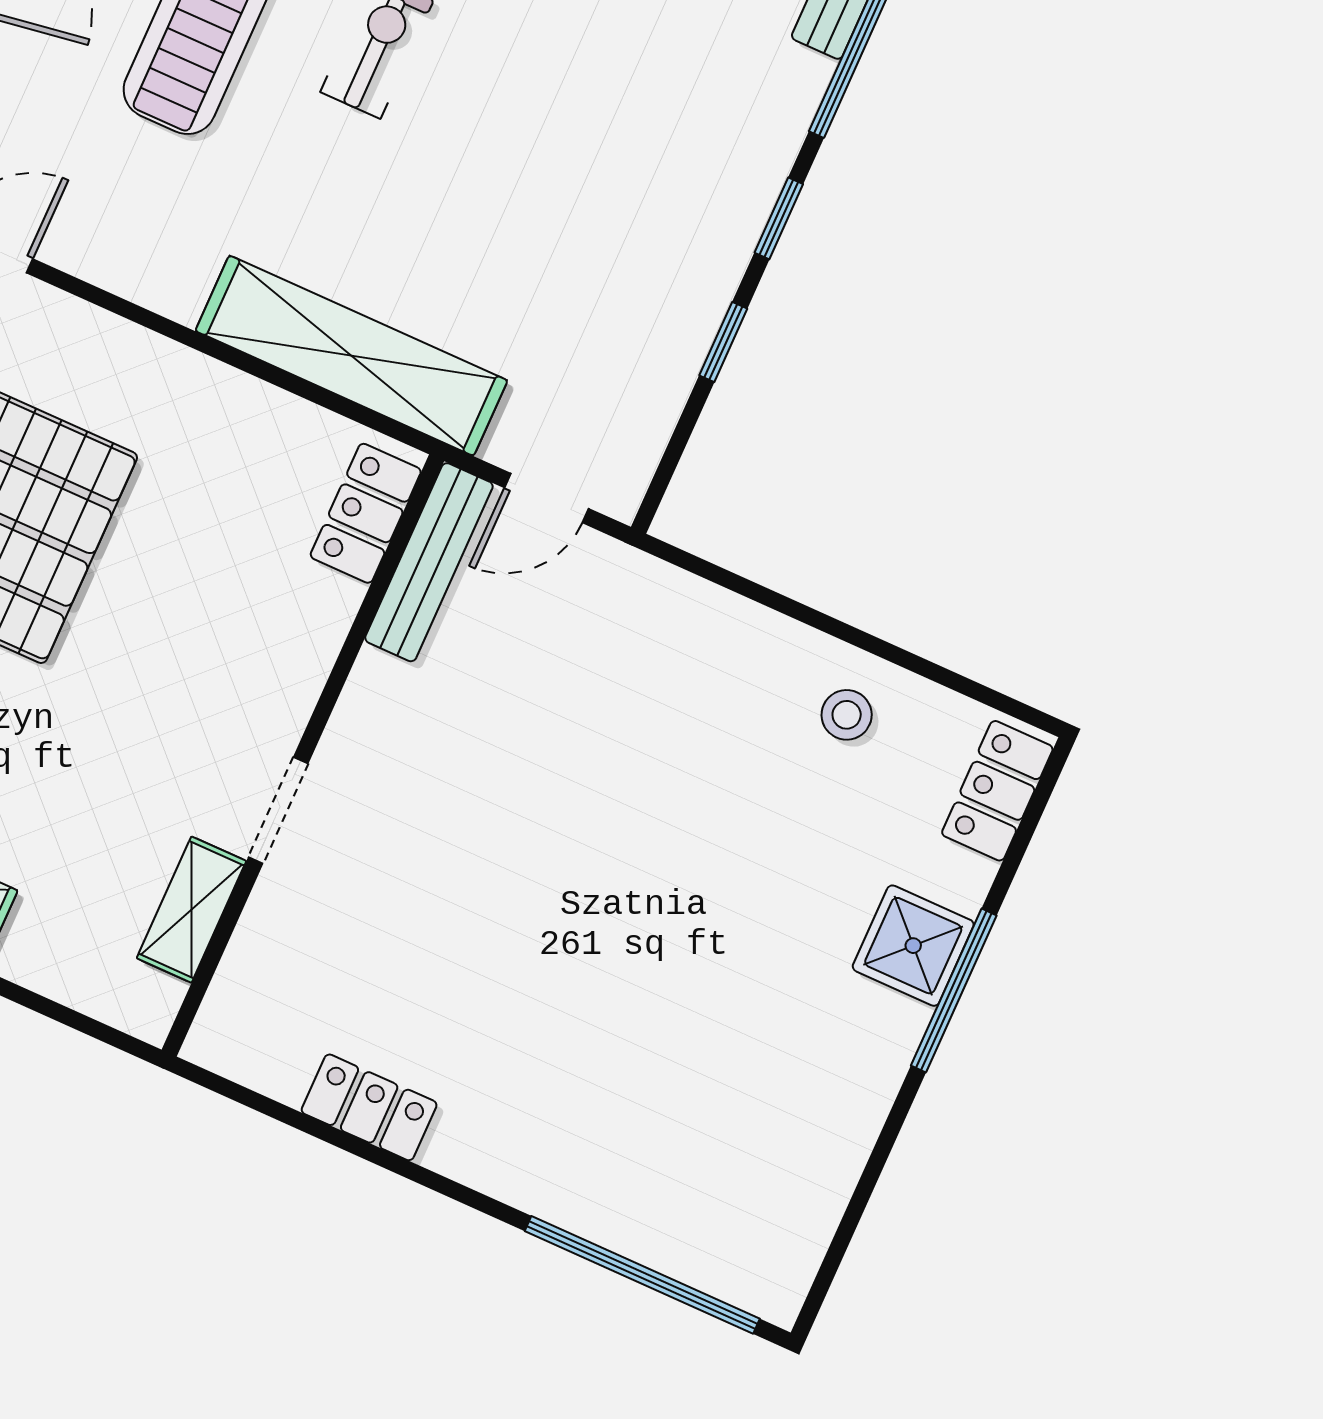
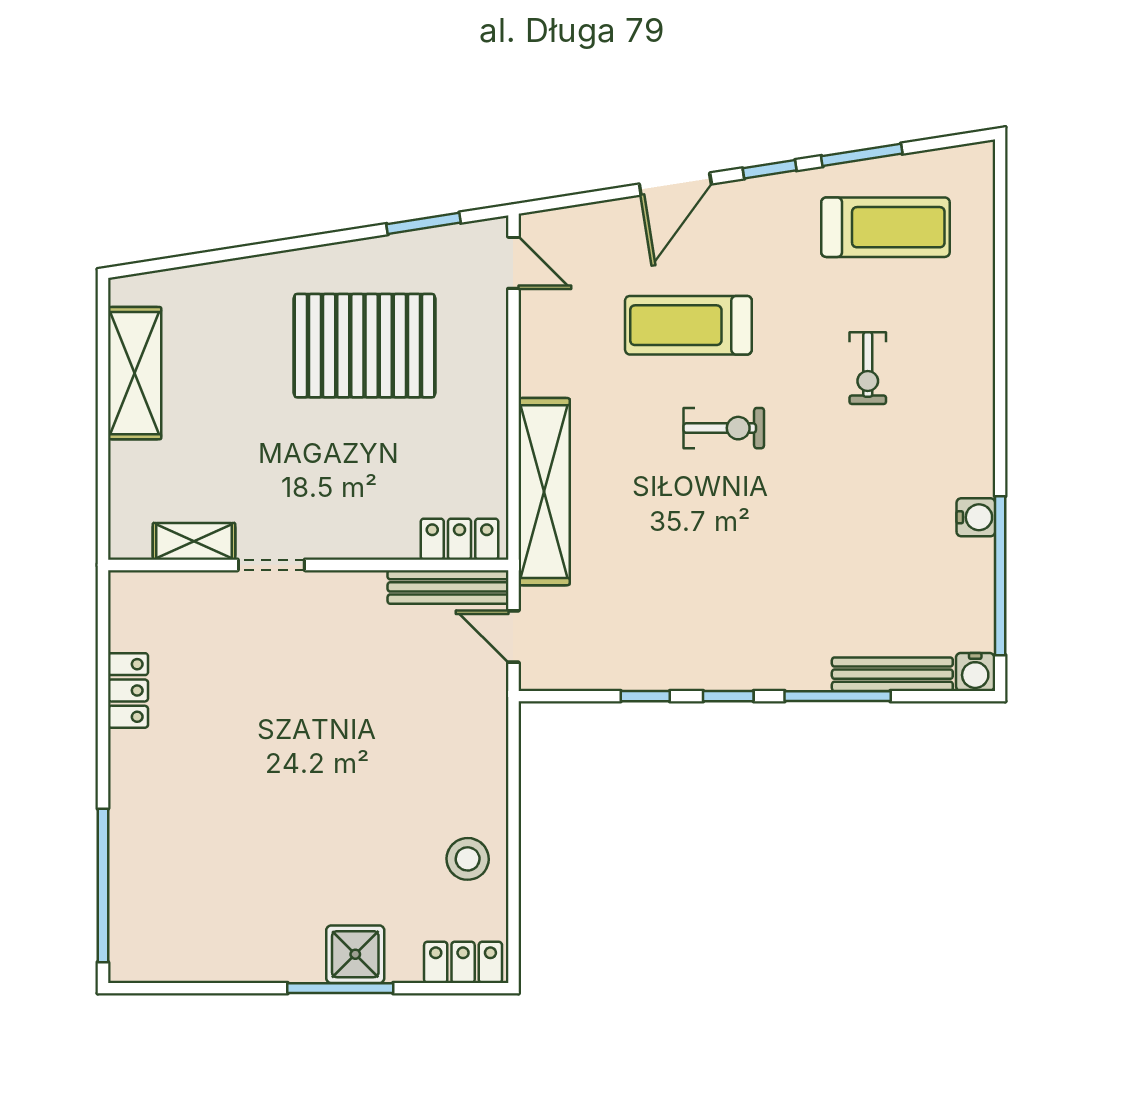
stool: (847, 715) -> (468, 859), width x1.37, depth x1.37

